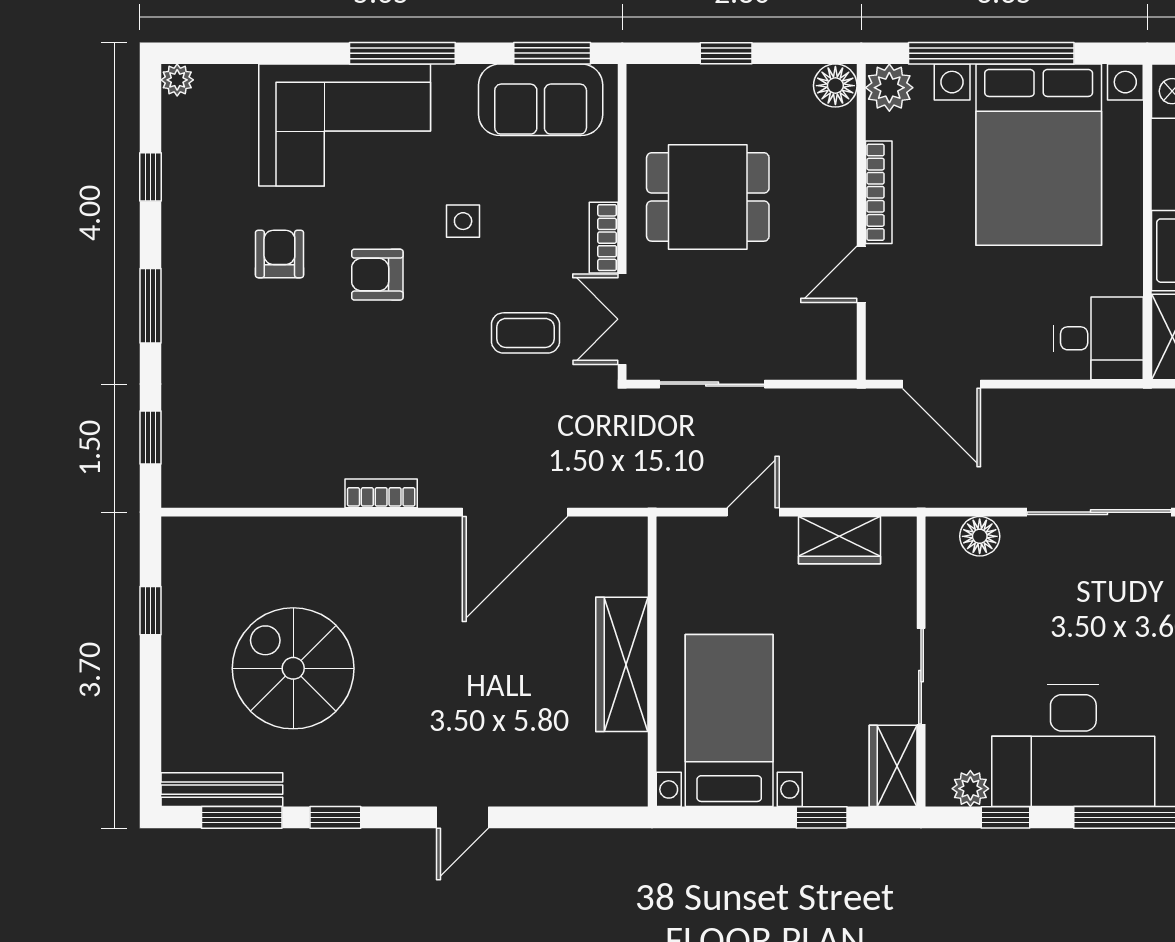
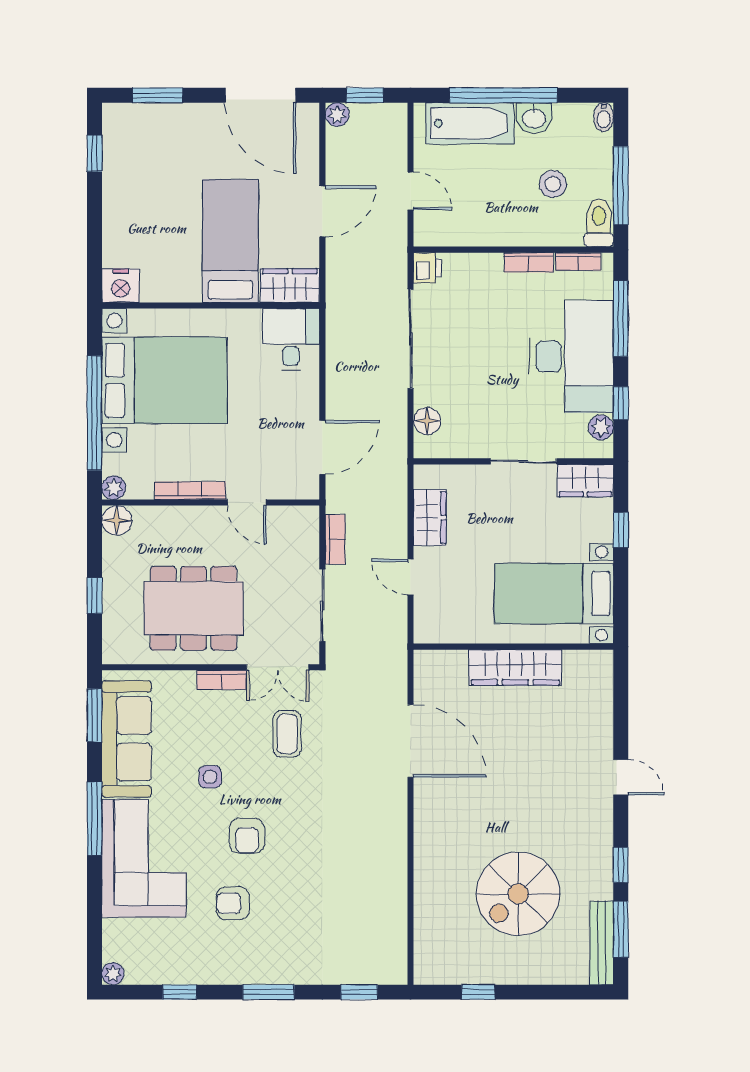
plant: (889, 88) -> (114, 488), width x0.73, depth x0.73
sofa: (541, 100) -> (127, 739), width x1.36
dining table: (708, 197) -> (194, 608), width x1.37
bookcase: (381, 493) -> (335, 539), moved, turned 180

